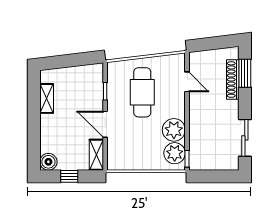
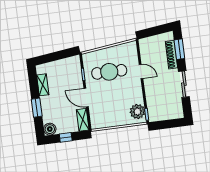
door: (187, 82) -> (141, 71), moved
cafe table: (142, 92) -> (109, 72), turned 90
window: (34, 129) -> (37, 108), added
plant: (174, 130) -> (135, 95), removed
sliding door: (245, 138) -> (184, 84), moved

